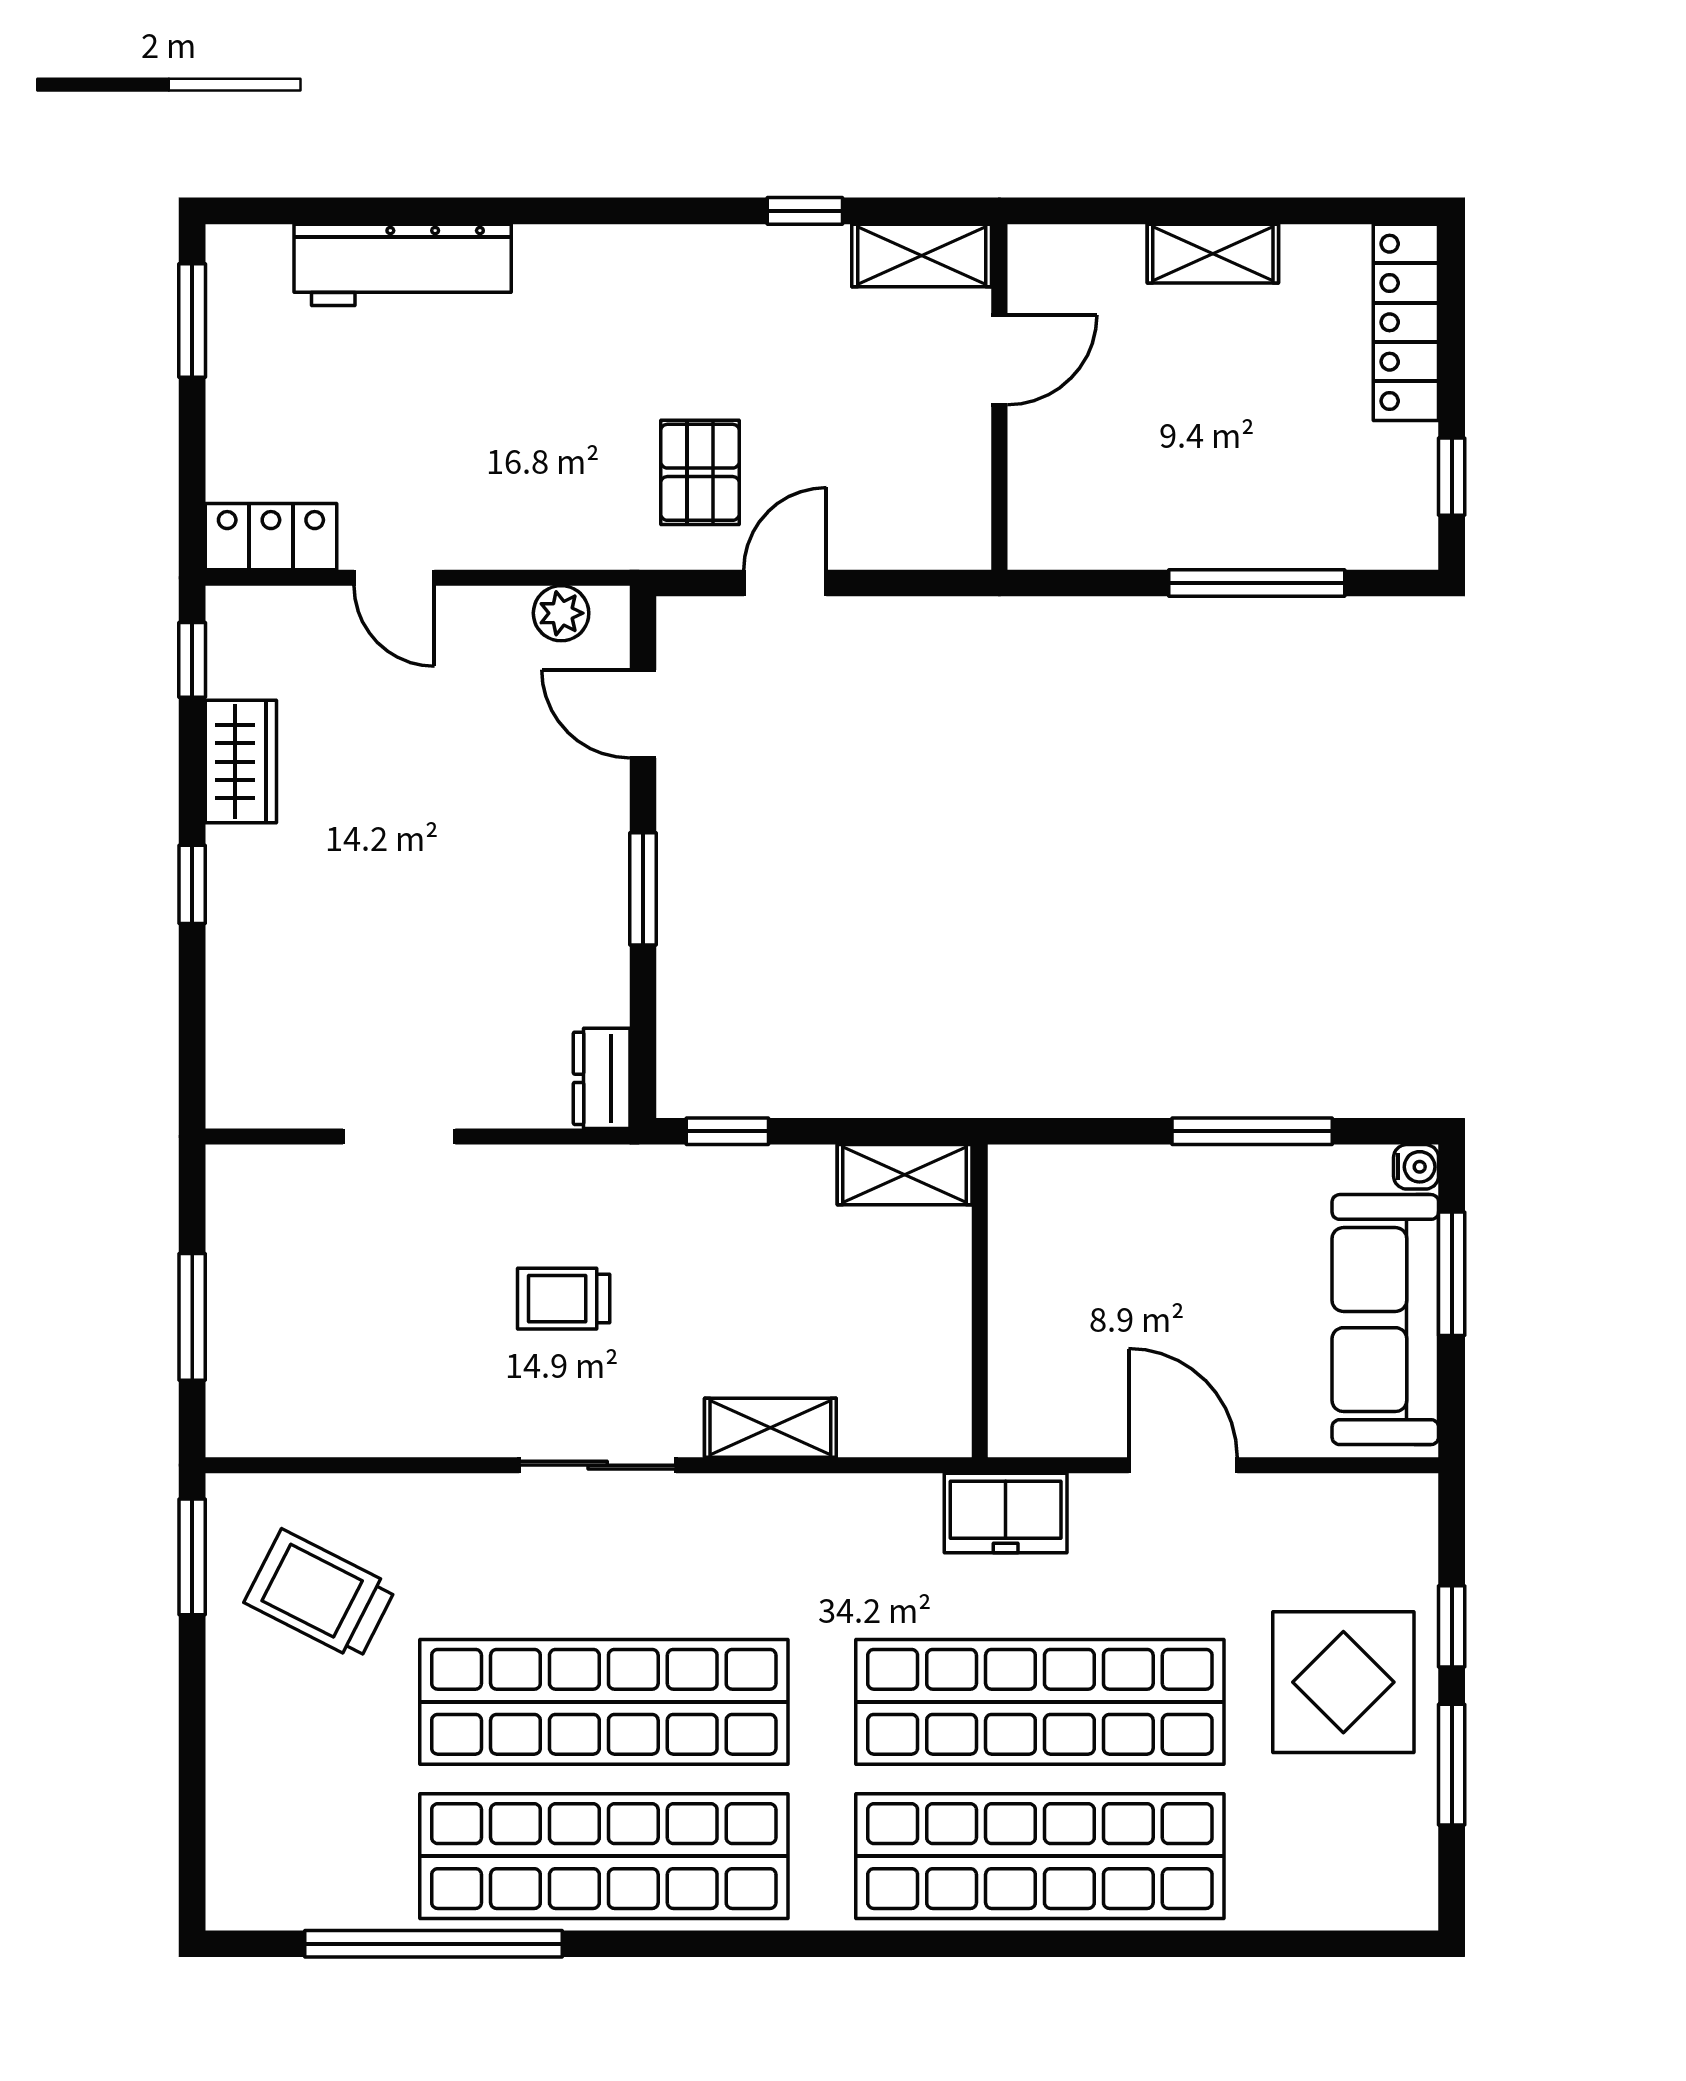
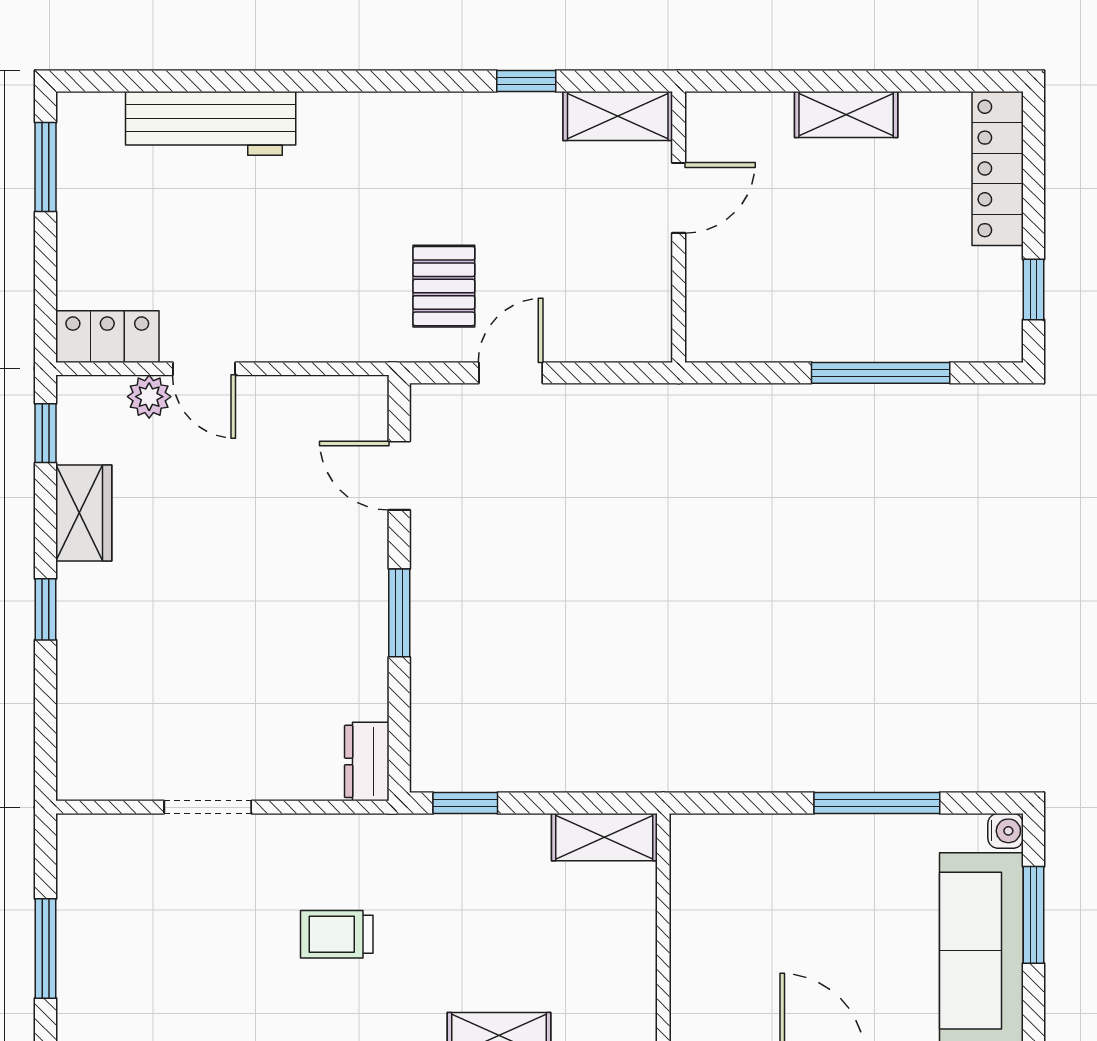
plant: (561, 613) -> (149, 397), moved

